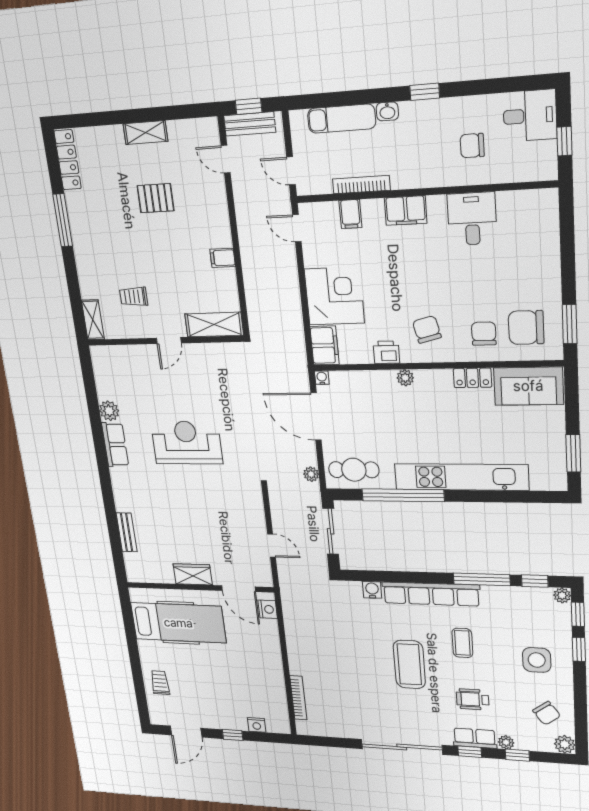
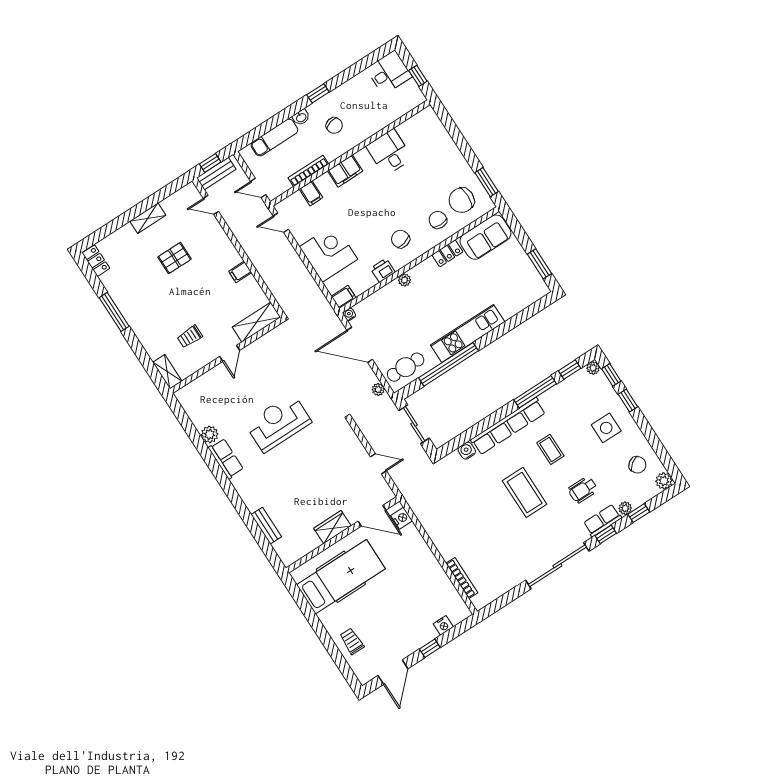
chair: (472, 146) -> (334, 125), moved, turned -105
locker: (68, 160) -> (96, 261), width x0.66
filing cabinet: (325, 345) -> (344, 297), width x0.50
kitchen unit: (461, 477) -> (468, 333), width x0.73

